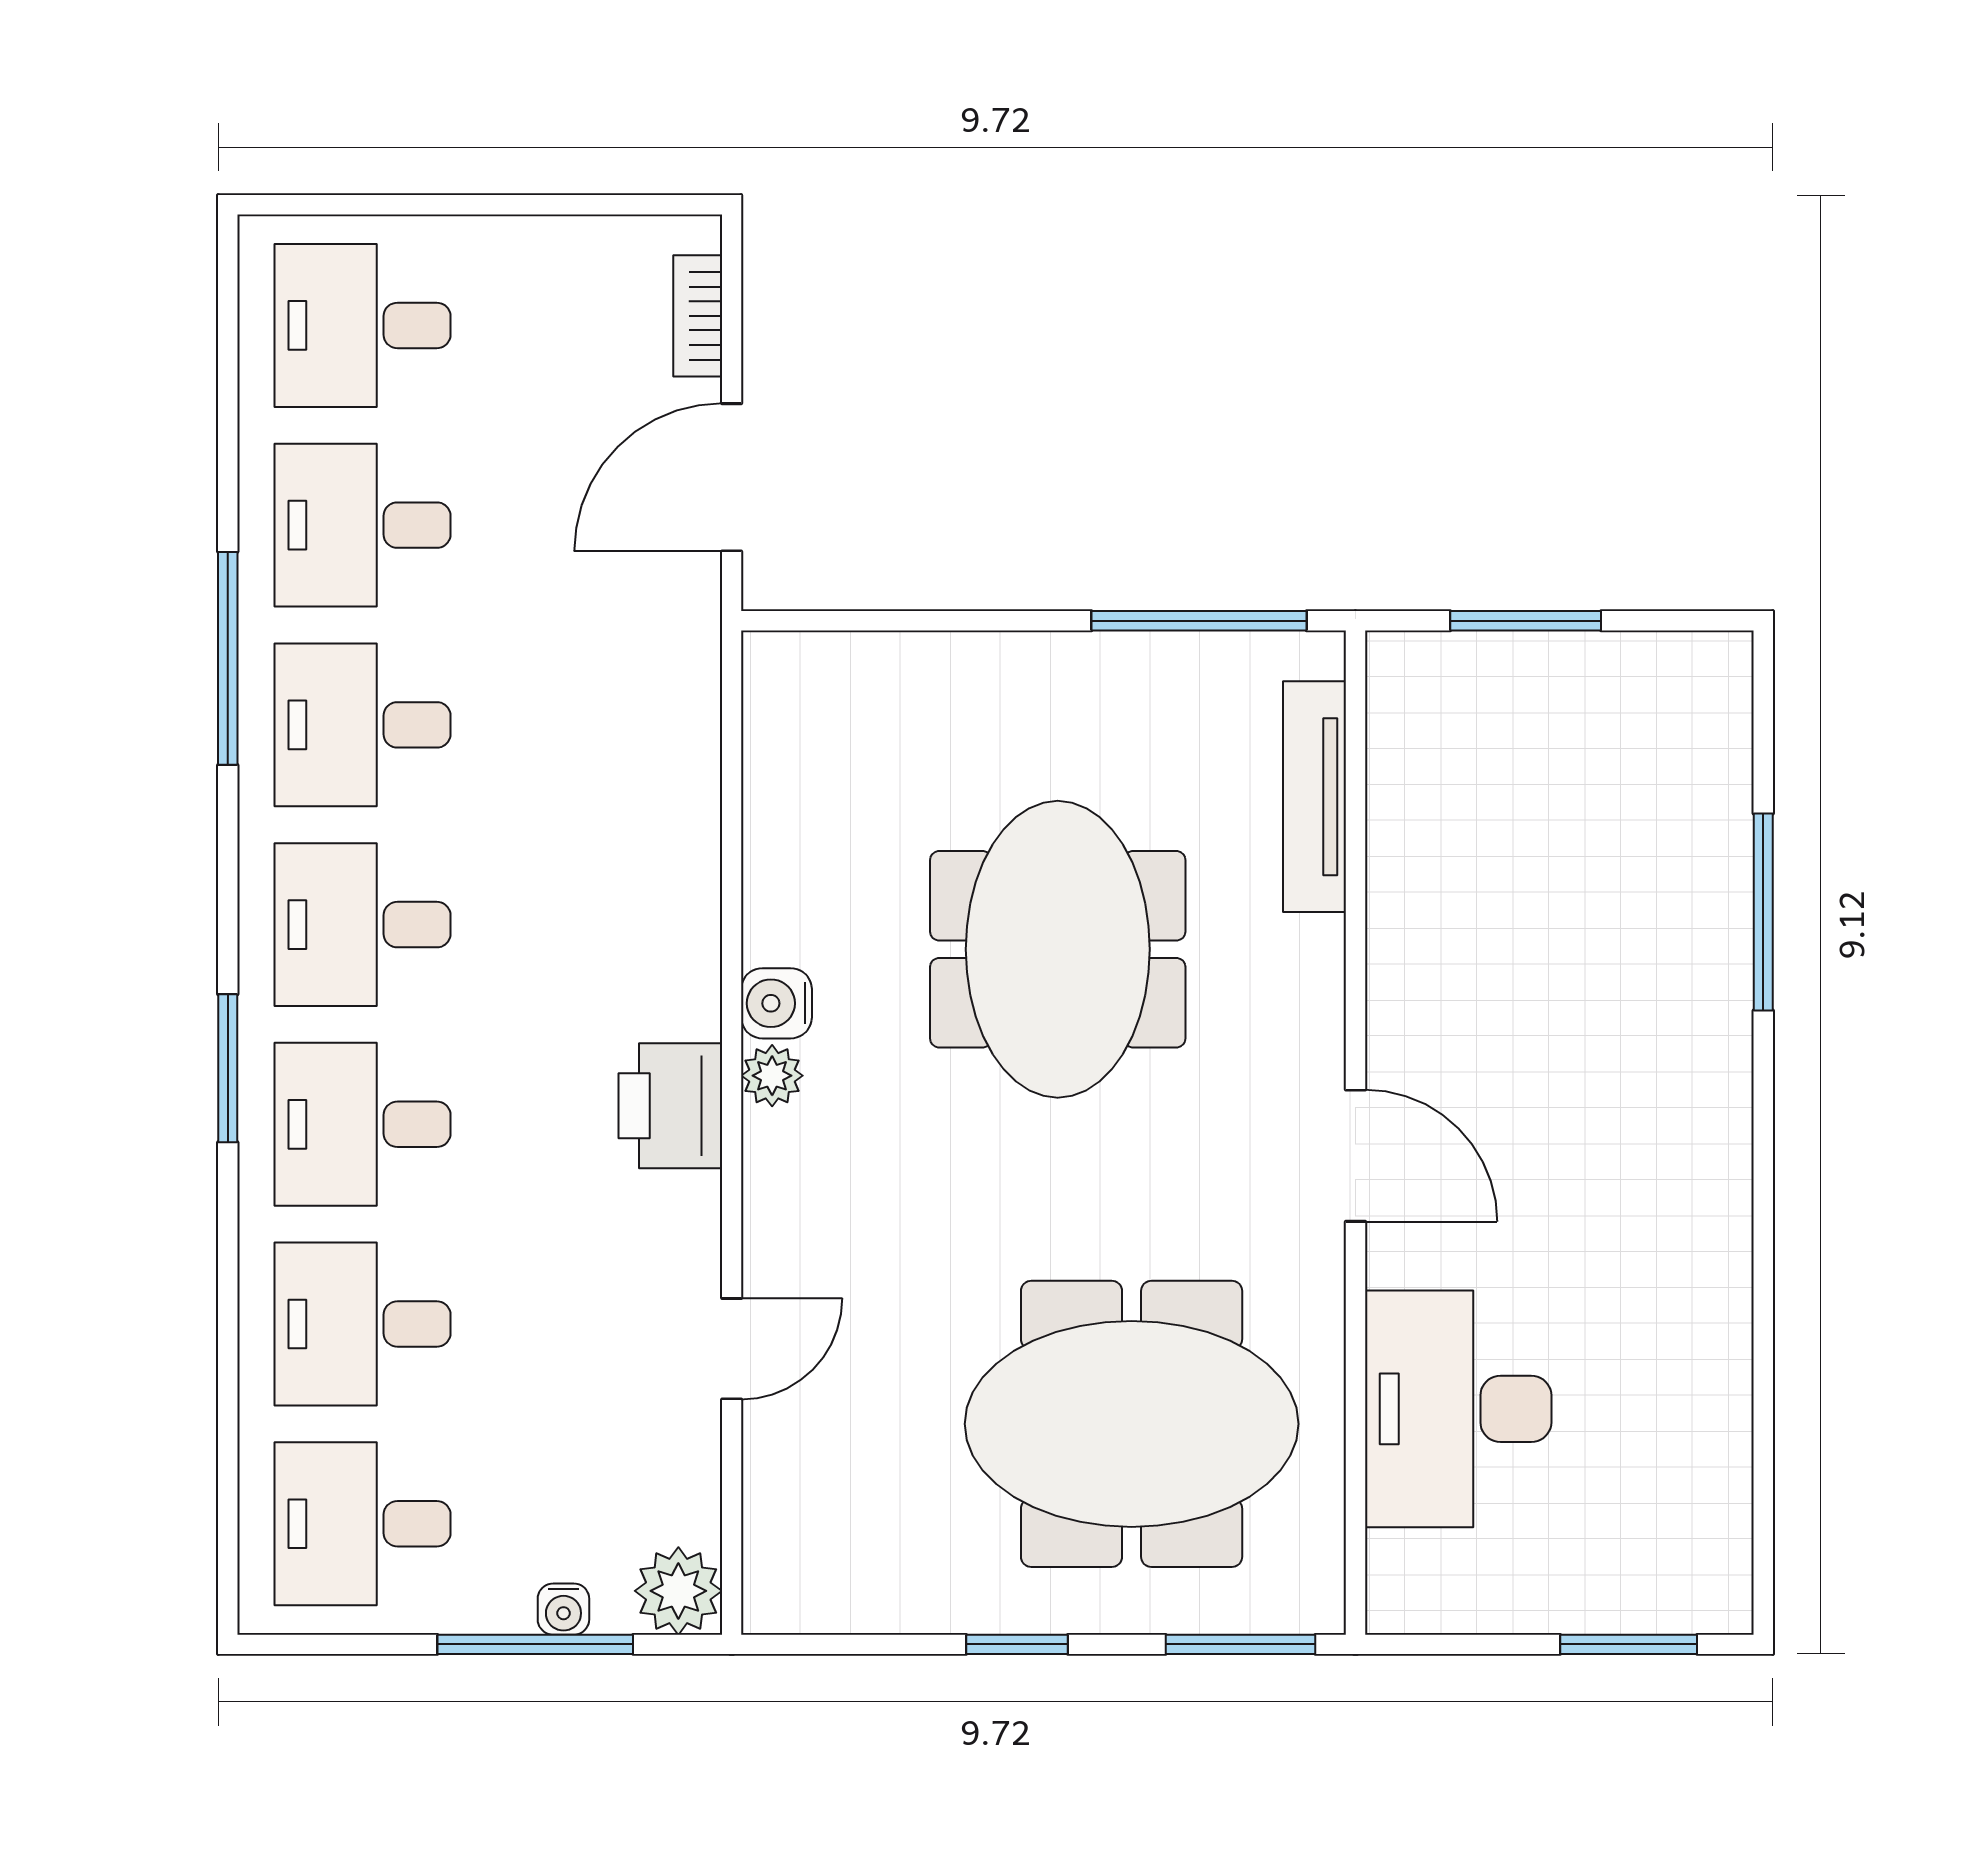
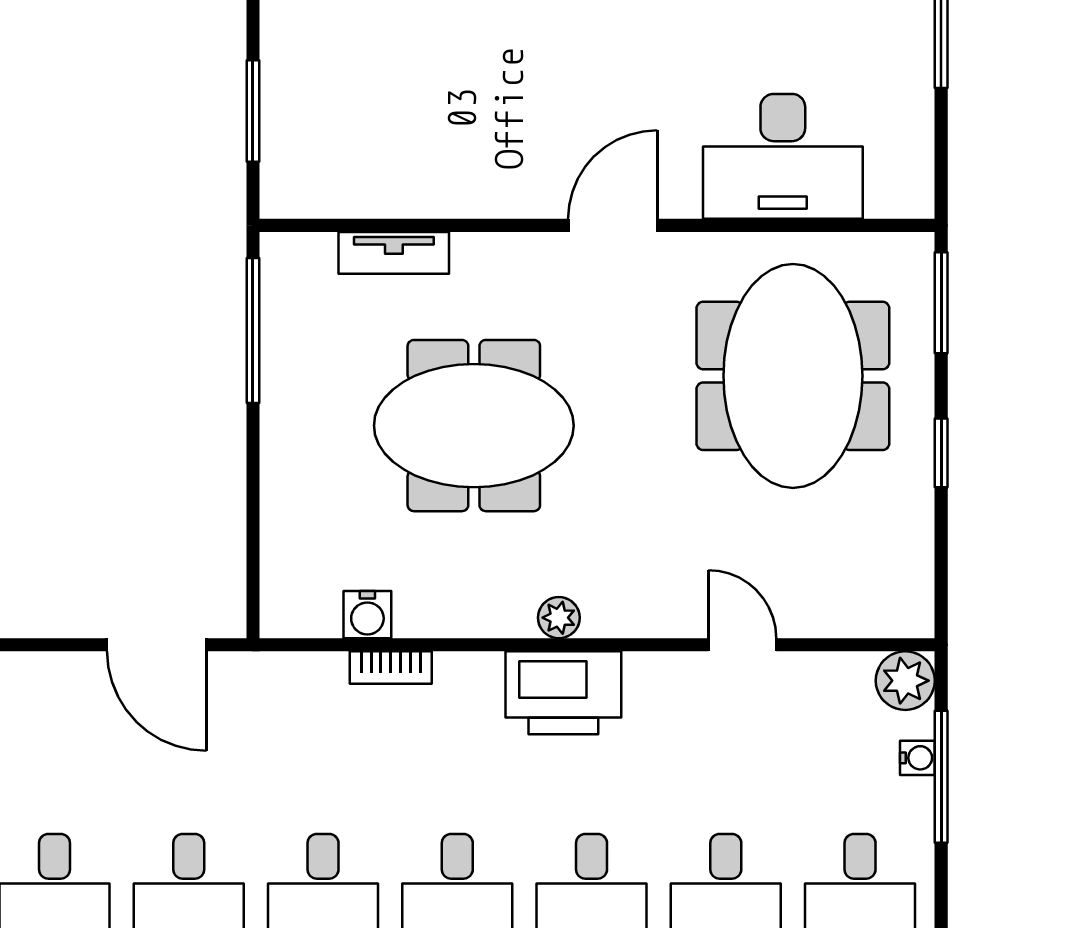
bookcase: (698, 316) -> (391, 668), moved
tv unit: (1315, 797) -> (394, 253), width x0.71
water cooler: (777, 1003) -> (367, 615), moved
printer: (670, 1106) -> (563, 693), width x1.37, depth x1.19

